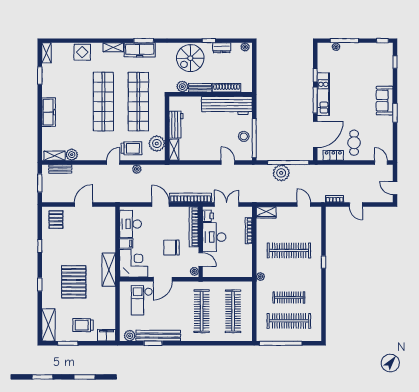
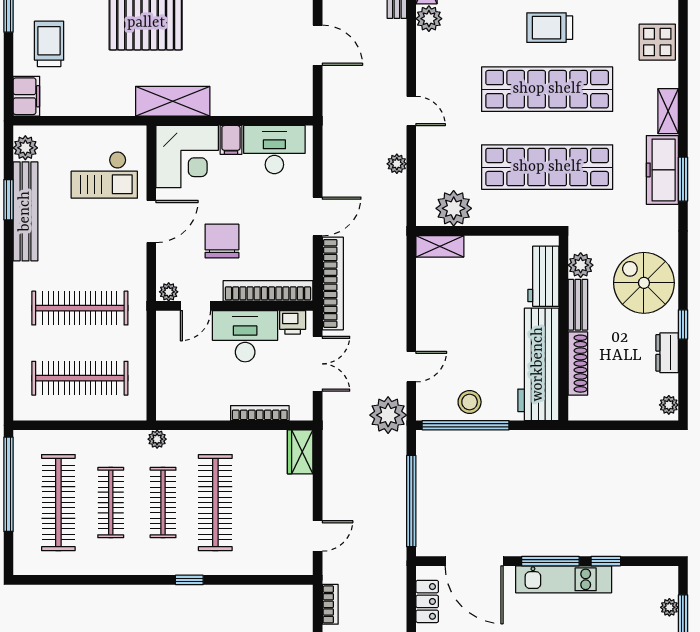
workbench: (176, 125) -> (543, 276), moved, turned 90
trolley: (131, 148) -> (550, 28), moved, turned 90
plant: (281, 173) -> (388, 415), moved
clothes rail: (289, 274) -> (163, 503), added
door: (163, 279) -> (151, 222), swing flipped
checkout: (142, 300) -> (104, 175), turned 180

